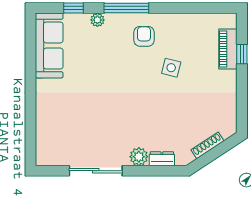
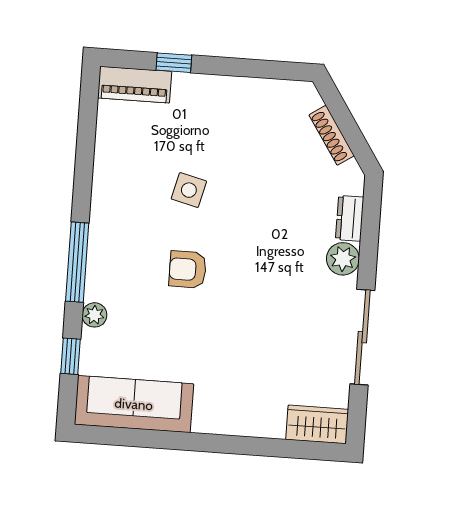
armchair: (144, 36) -> (188, 269), moved
piano: (228, 49) -> (135, 85), moved
wardrobe: (45, 149) -> (317, 424), added

